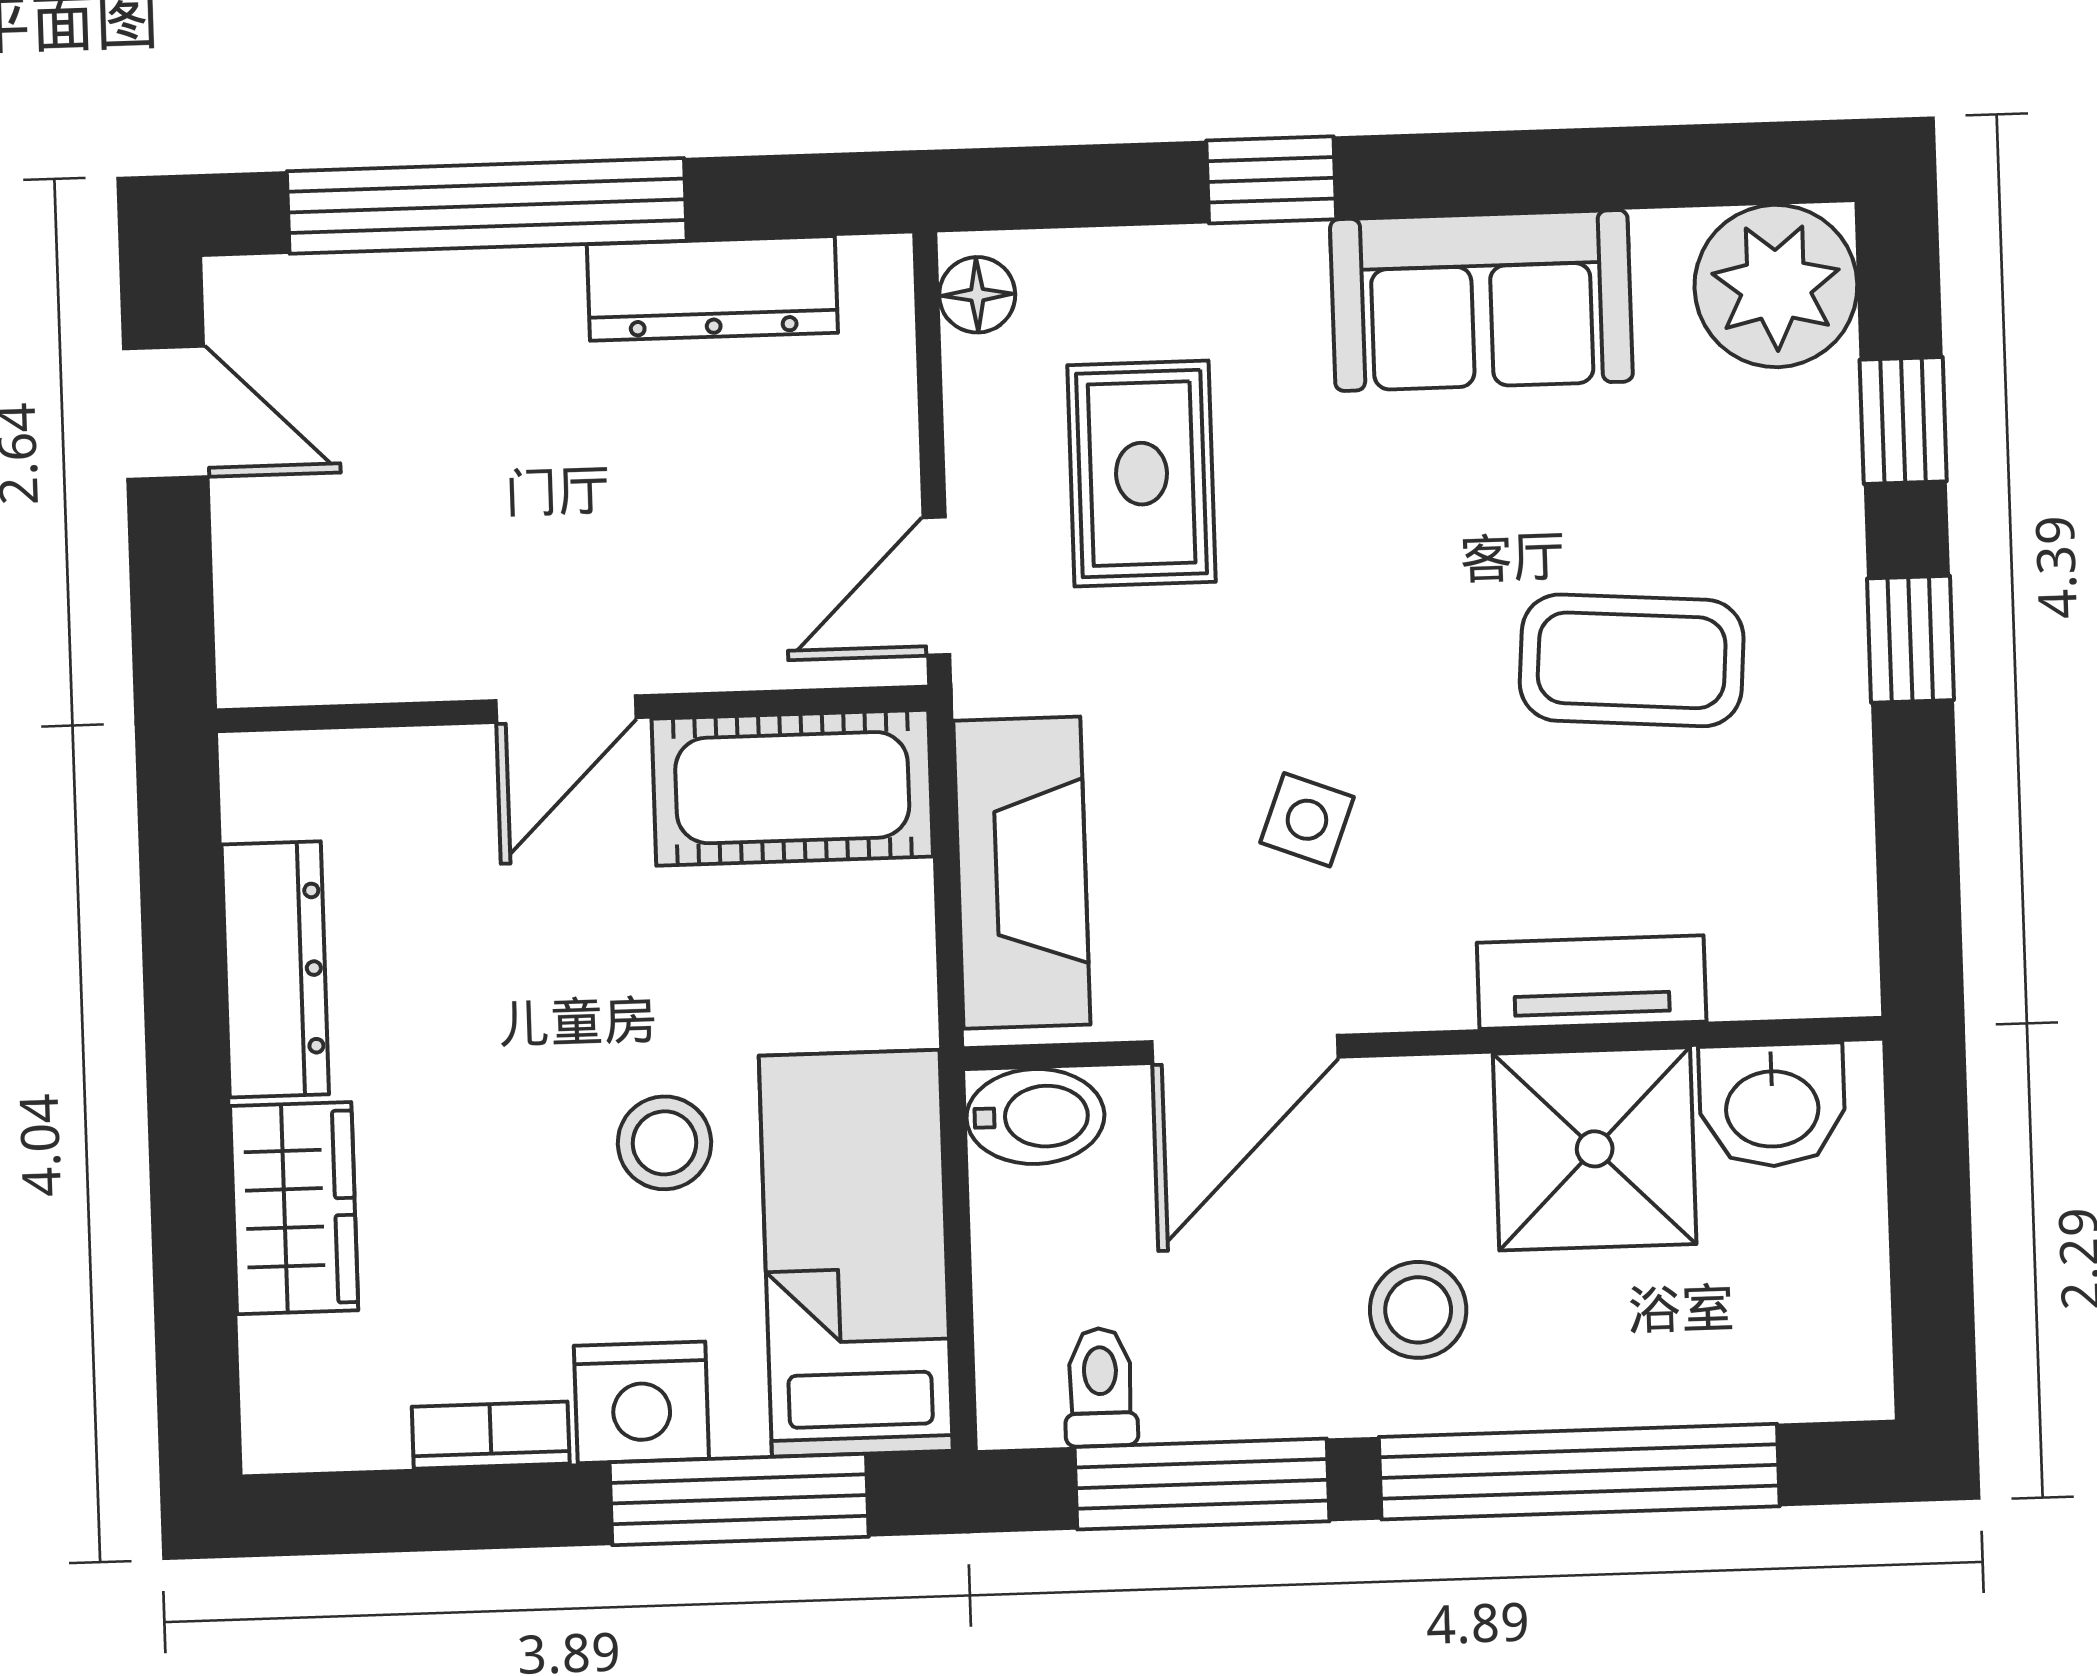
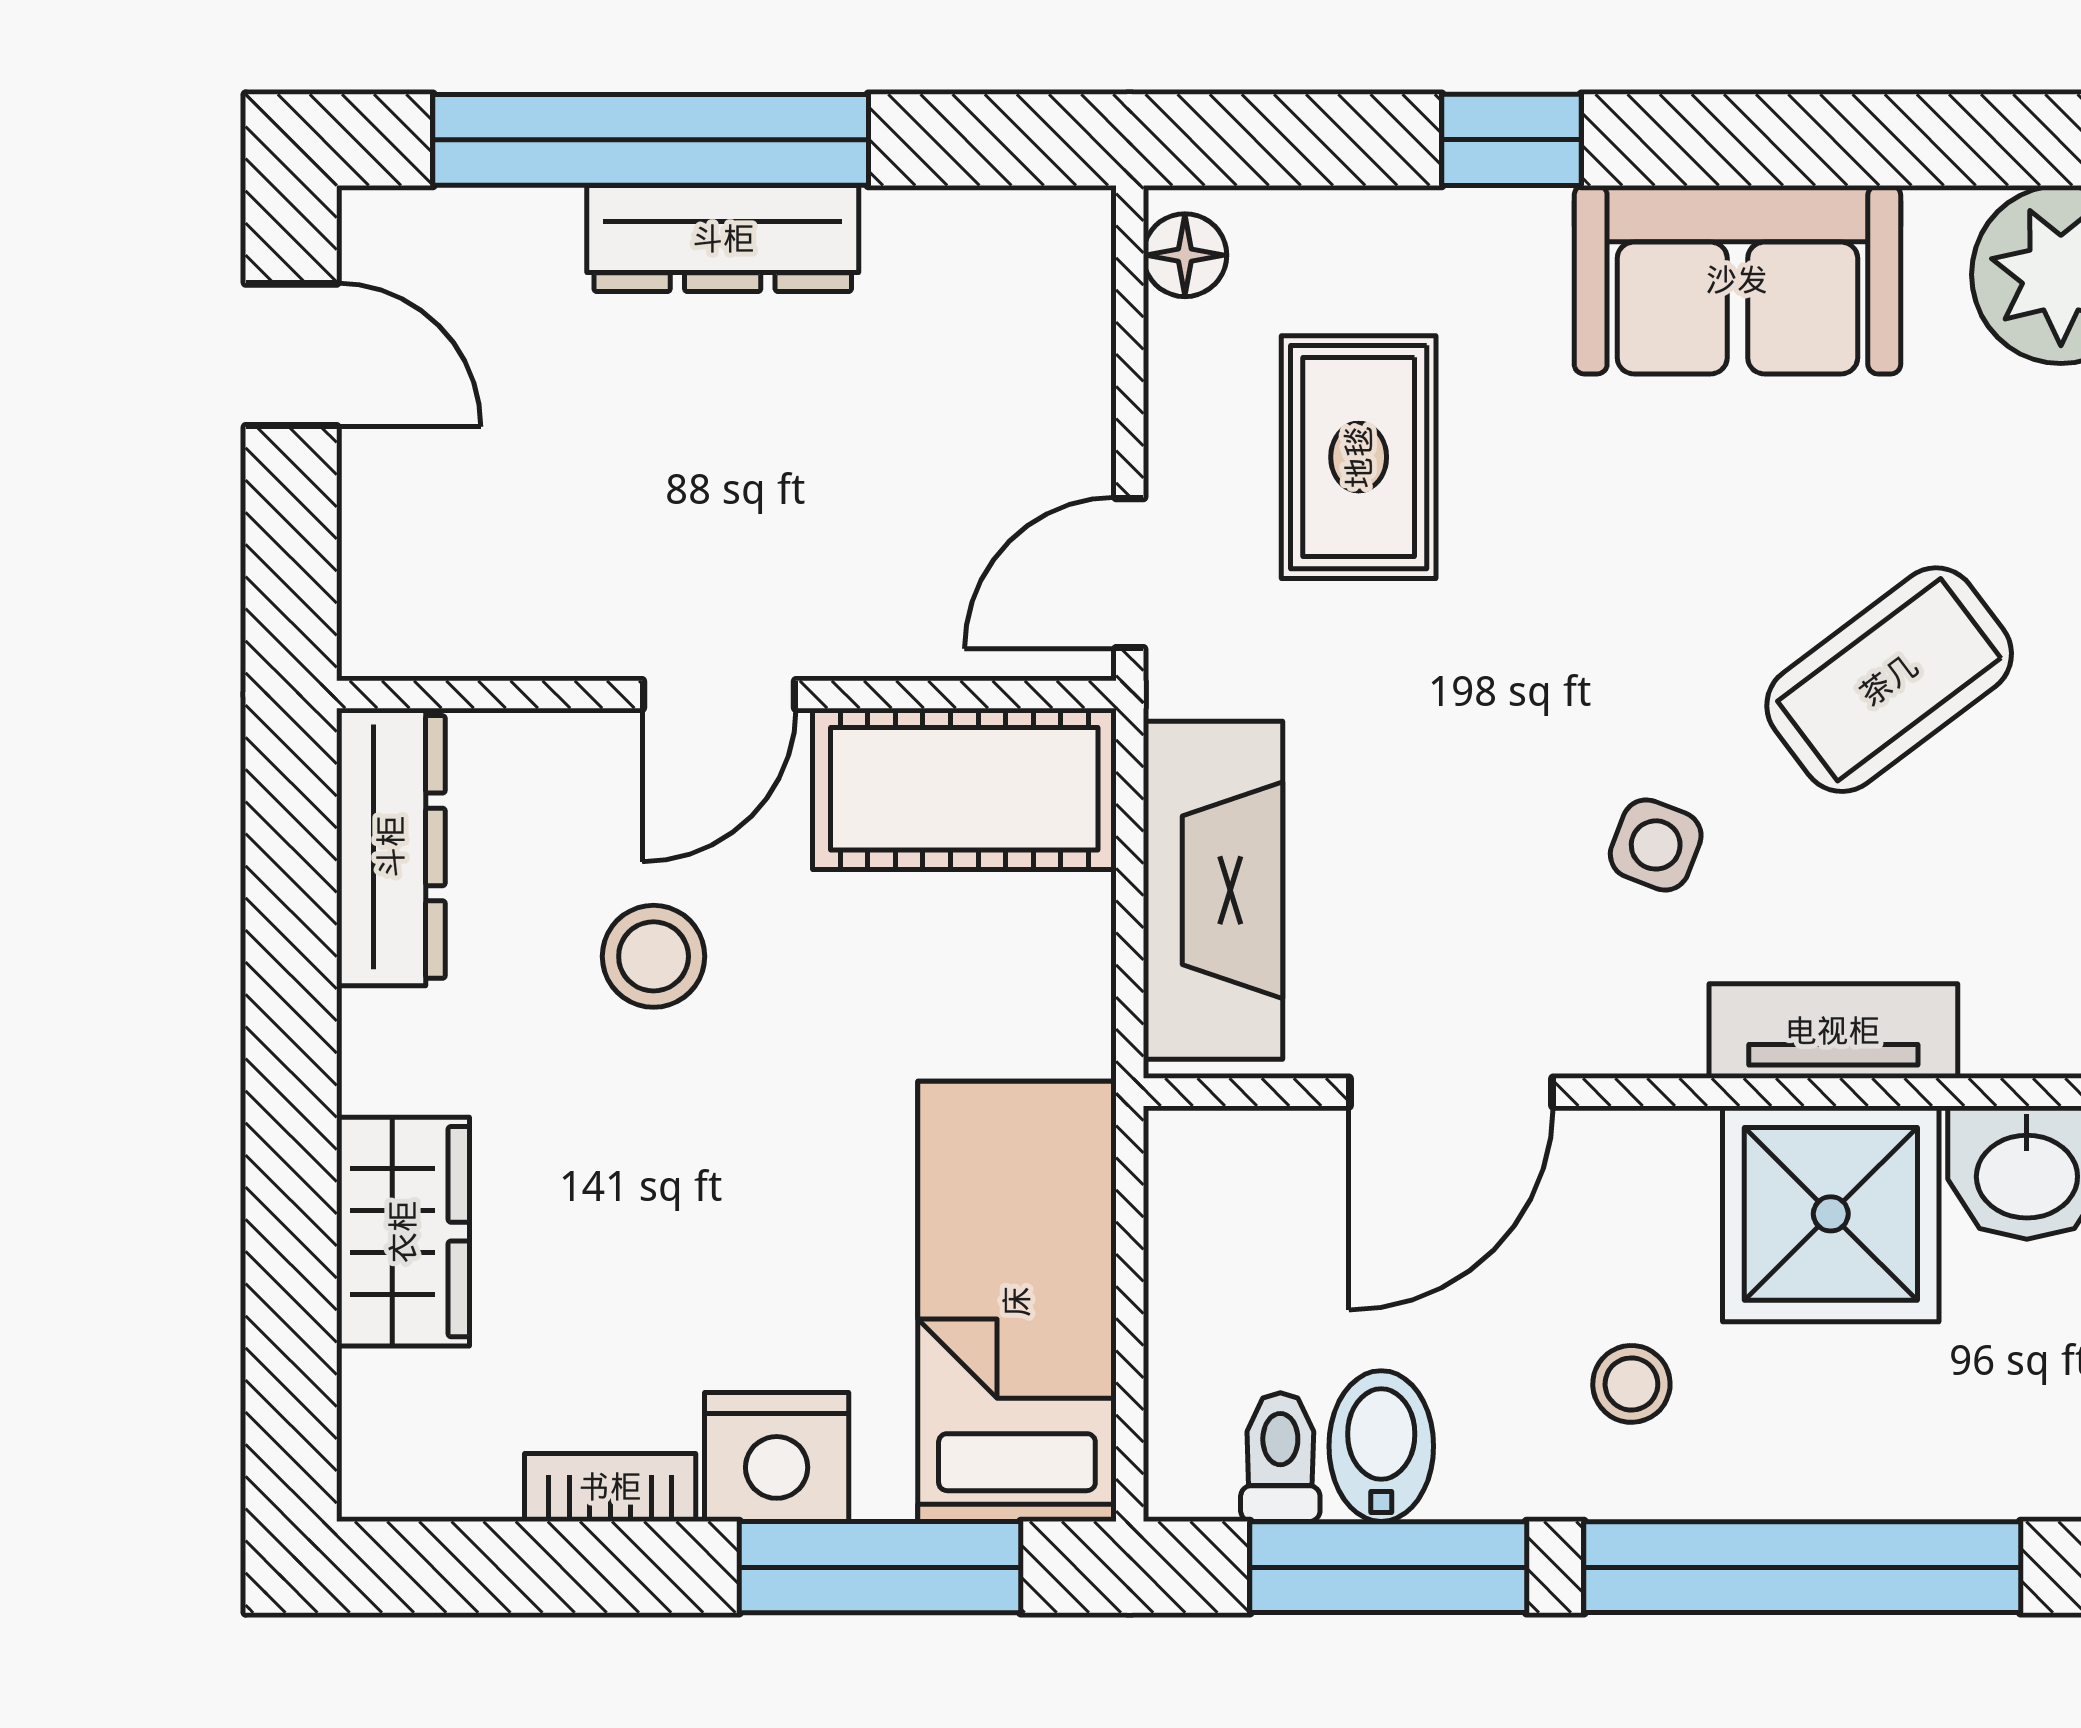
dresser: (712, 288) -> (723, 239), moved
coffee table: (1632, 660) -> (1889, 680), turned -41
side table: (1307, 820) -> (1656, 845), moved
dresser: (275, 969) -> (391, 847), moved
bidet: (1035, 1116) -> (1381, 1446), moved, turned -90
stool: (664, 1143) -> (654, 956), moved
stool: (1418, 1310) -> (1631, 1384), width x0.73, depth x0.73

